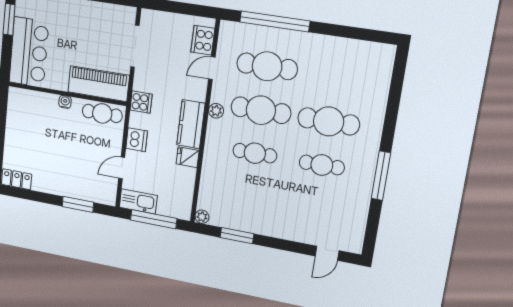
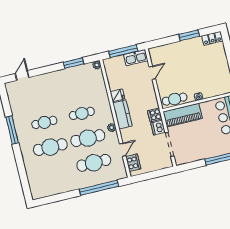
dishwasher: (137, 140) -> (158, 128), moved
window: (78, 204) -> (189, 35), moved

